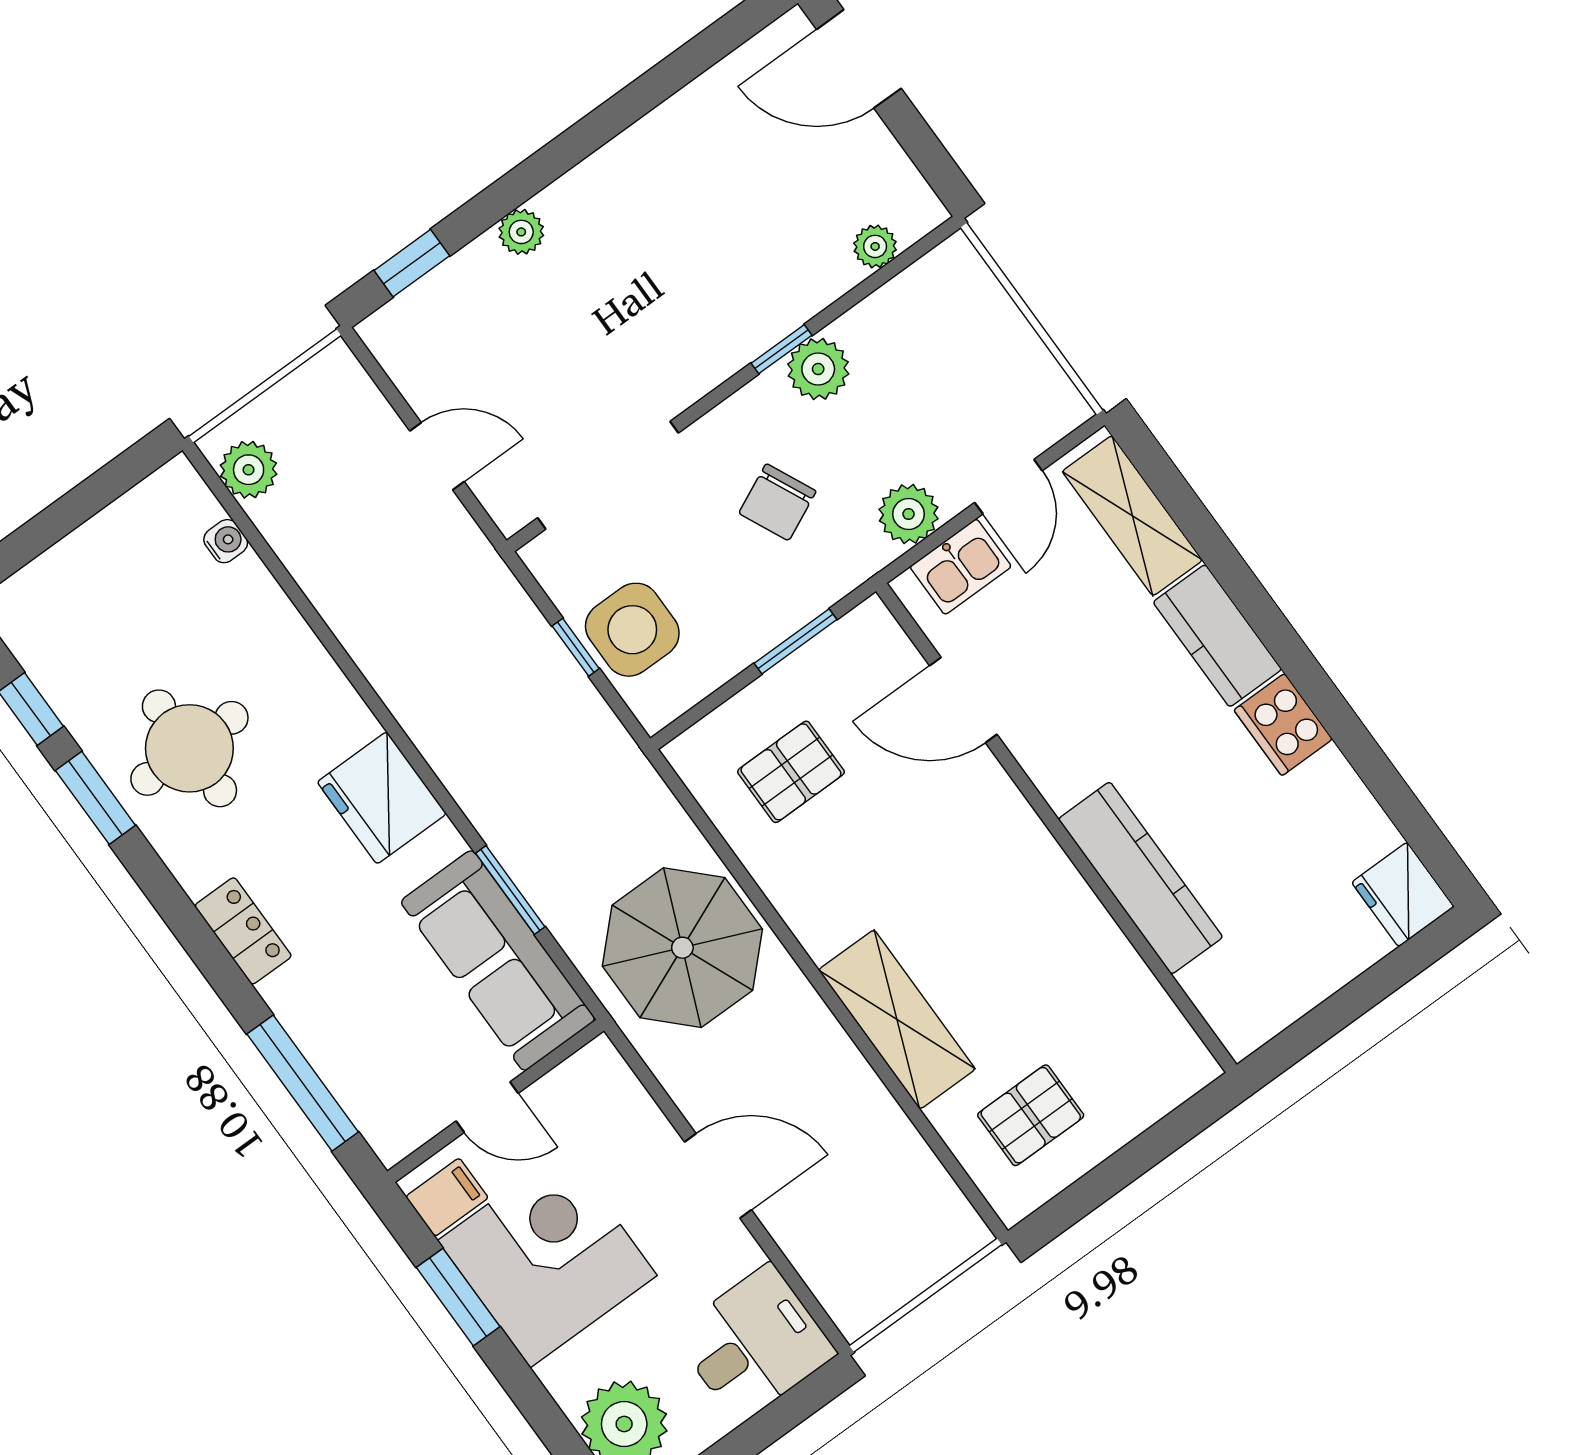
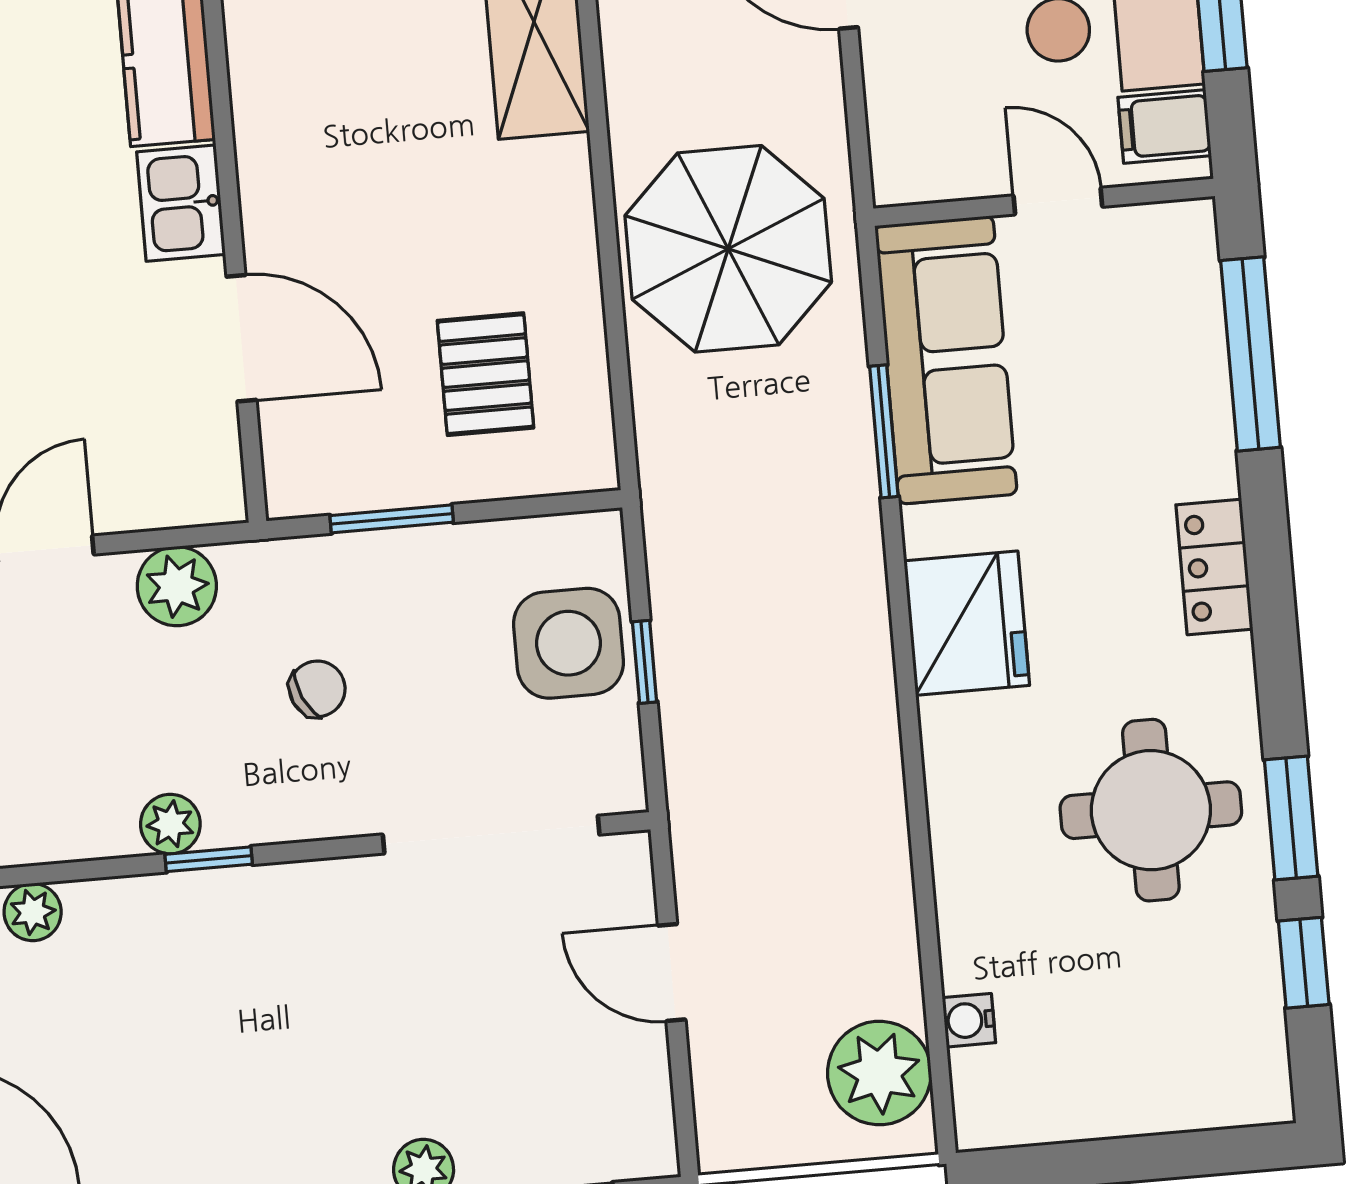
plant: (818, 369) -> (170, 824), width x0.73, depth x0.73
plant: (249, 470) -> (879, 1073), width x1.36, depth x1.36
chair: (777, 502) -> (317, 689), width x0.73, depth x0.73
kitchen sink: (961, 567) -> (181, 203), moved, turned -90
pallet: (791, 772) -> (486, 374), turned 90

